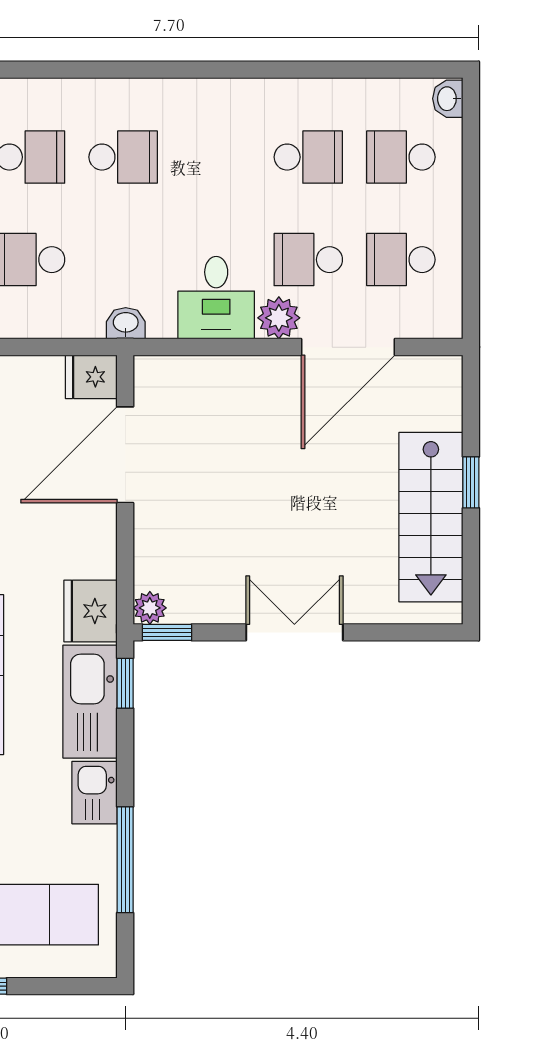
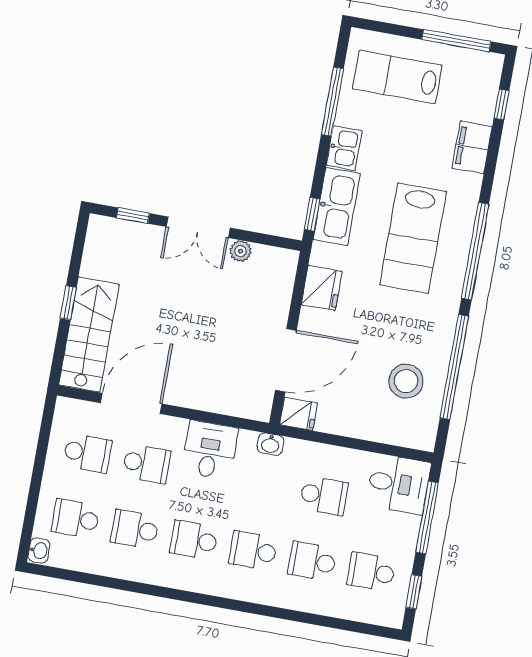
school desk: (216, 157) -> (194, 540), added
school desk: (401, 157) -> (76, 519), turned 180
plant: (279, 318) -> (172, 430), removed
stairs: (431, 517) -> (89, 335), moved
plant: (150, 608) -> (241, 251), moved
fridge: (91, 611) -> (322, 288), moved
window: (167, 632) -> (133, 216), moved

